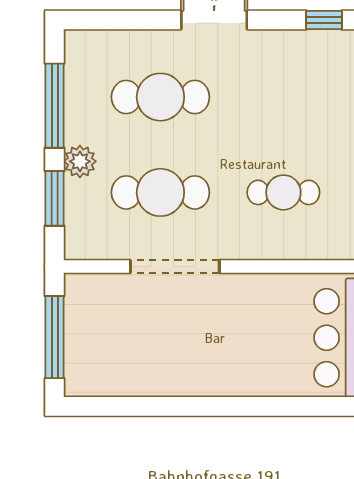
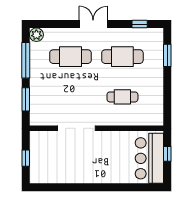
plant: (80, 161) -> (36, 35), moved
cafe table: (160, 192) -> (122, 57), moved
window: (55, 337) -> (26, 158), width x0.46

